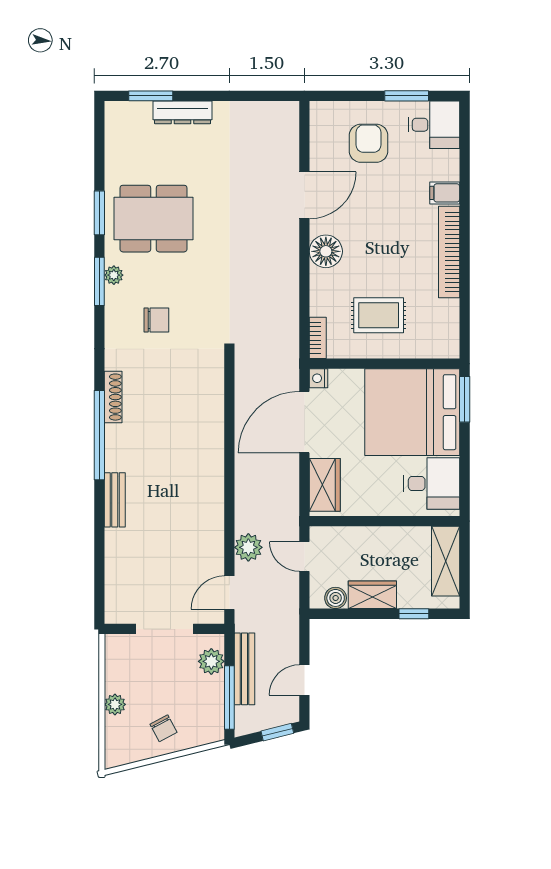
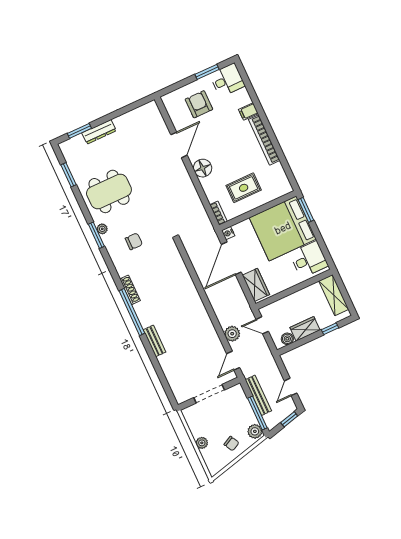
window: (99, 213) -> (68, 175), moved
plant: (211, 661) -> (255, 431), moved

